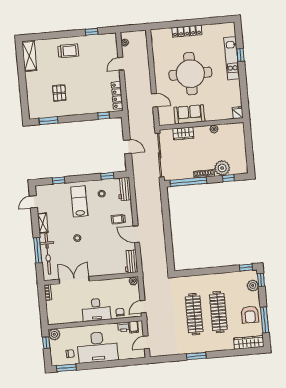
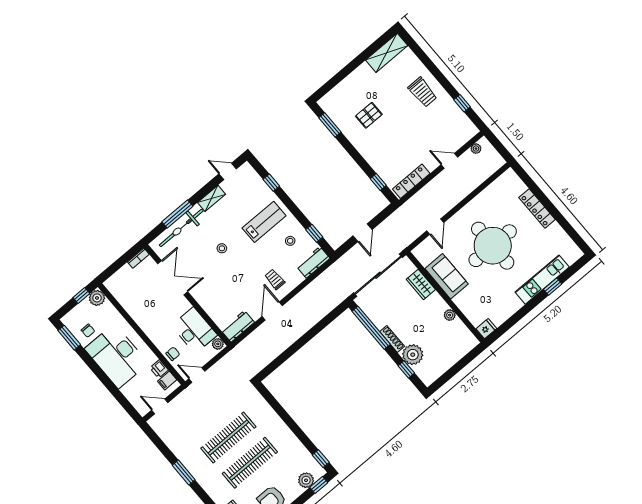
desk: (96, 310) -> (194, 330), moved, turned 180

